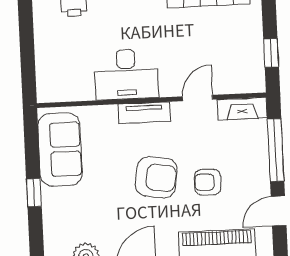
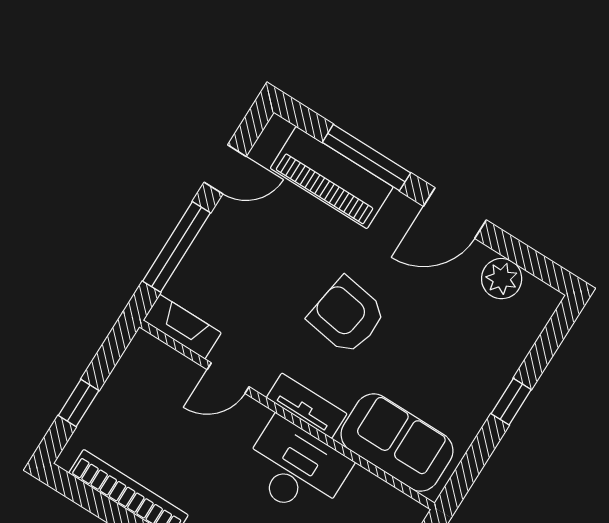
window: (271, 53) -> (79, 403), moved
sofa: (60, 149) -> (397, 443), moved, turned 90
armchair: (208, 182) -> (288, 266), removed

